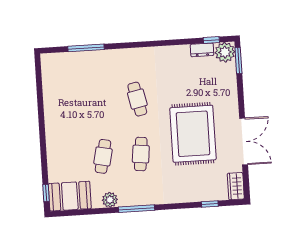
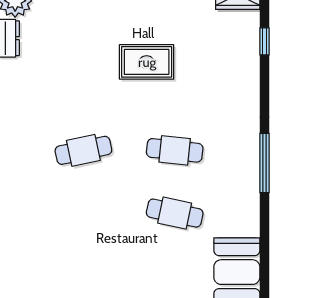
rug: (193, 134) -> (147, 62), width x0.54, depth x0.49
plant: (110, 200) -> (247, 206), removed

